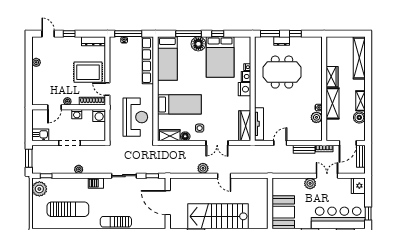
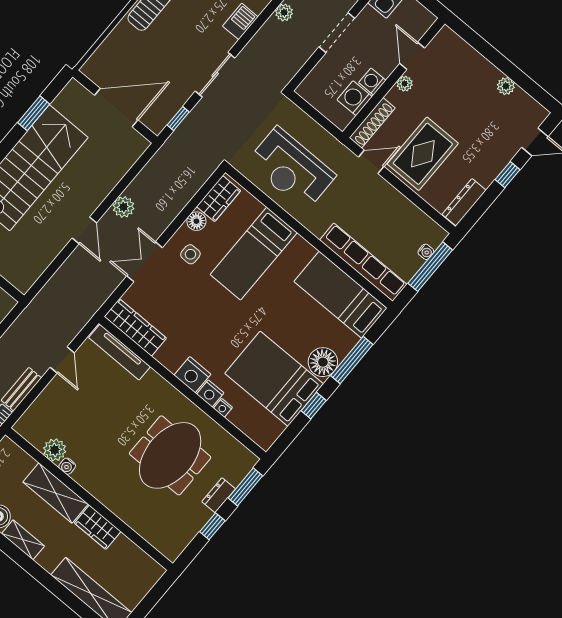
washing machine: (99, 116) -> (355, 98), moved
door: (224, 176) -> (84, 230), swing flipped

